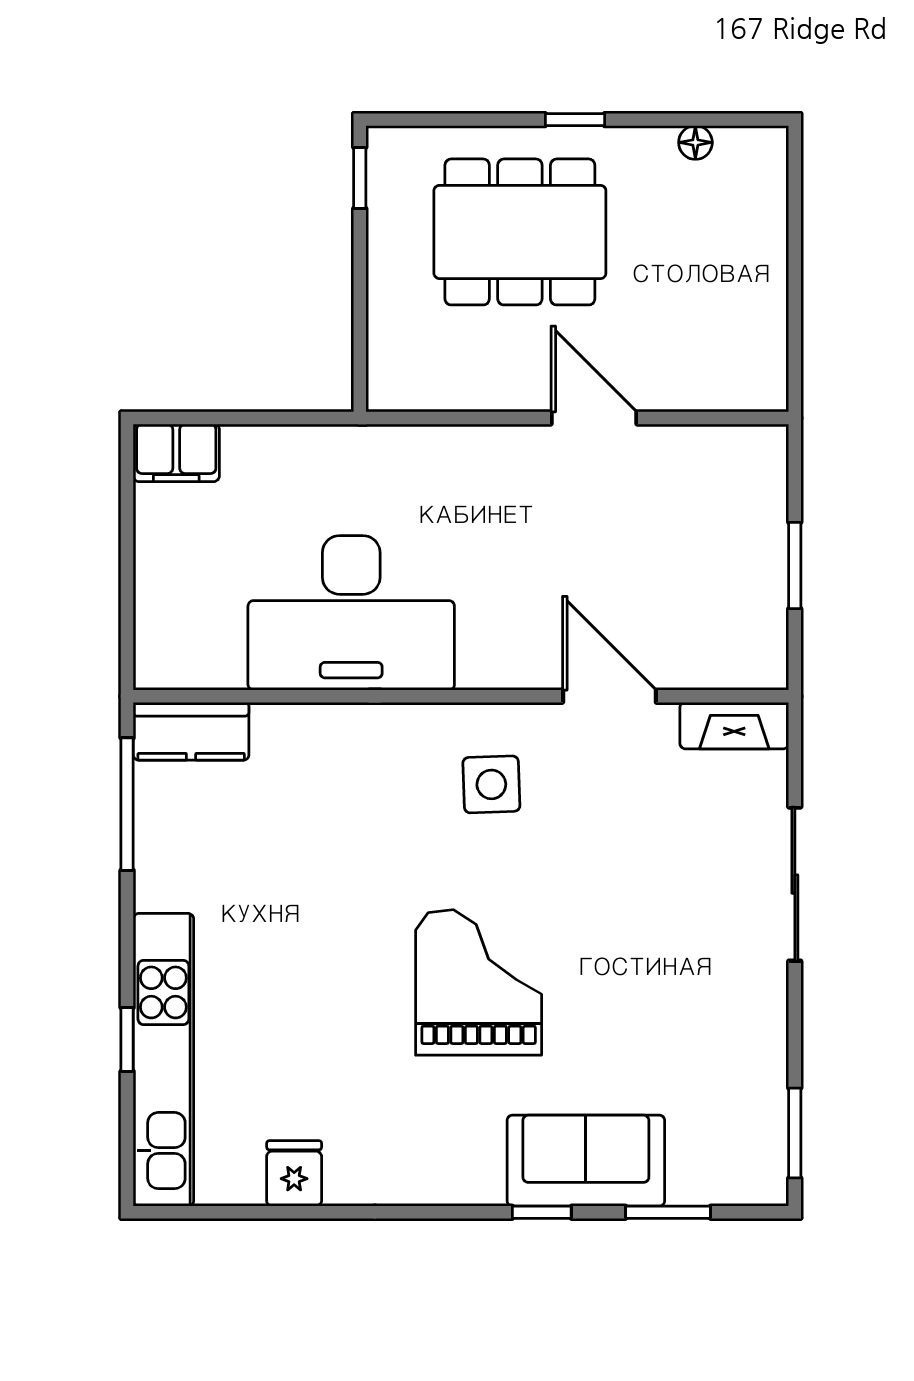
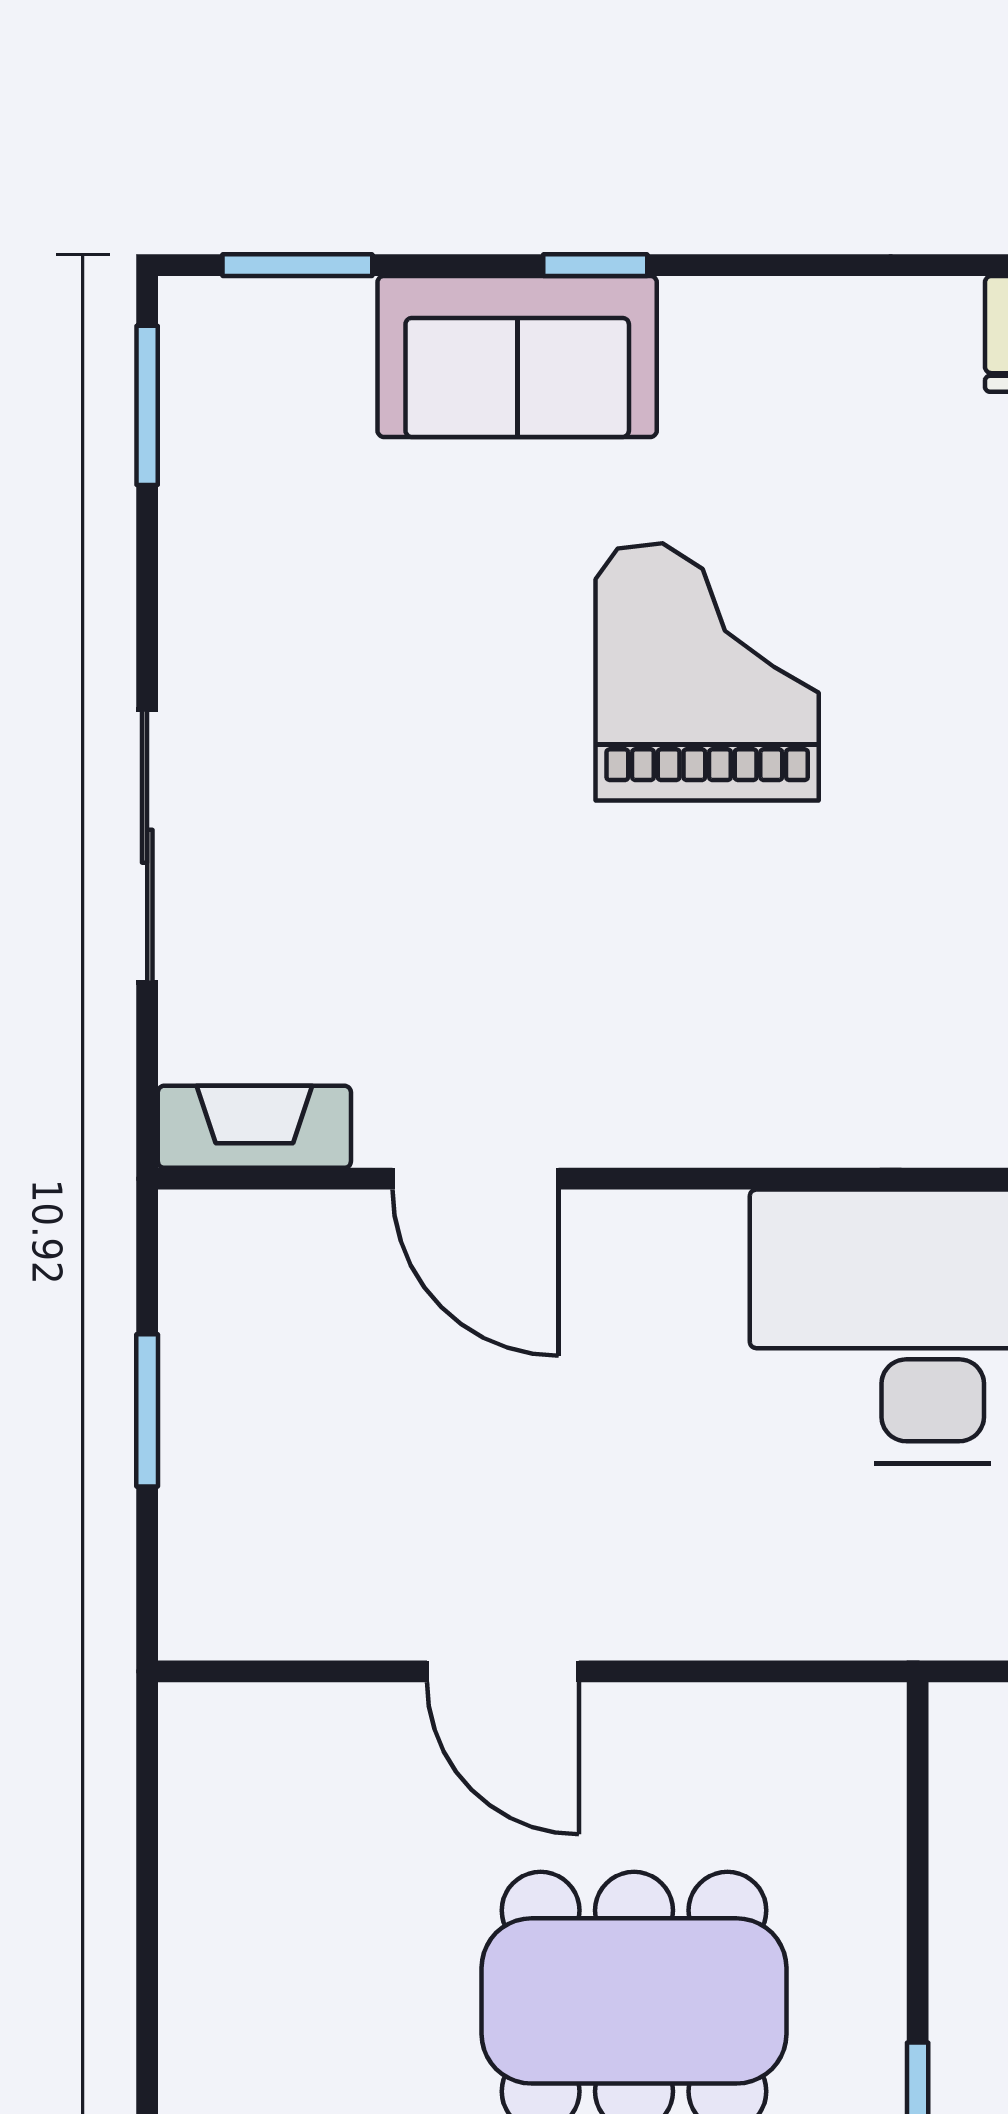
side table: (491, 784) -> (685, 1023), removed
grand piano: (479, 982) -> (707, 672), turned 180
window: (668, 1212) -> (297, 265), moved

